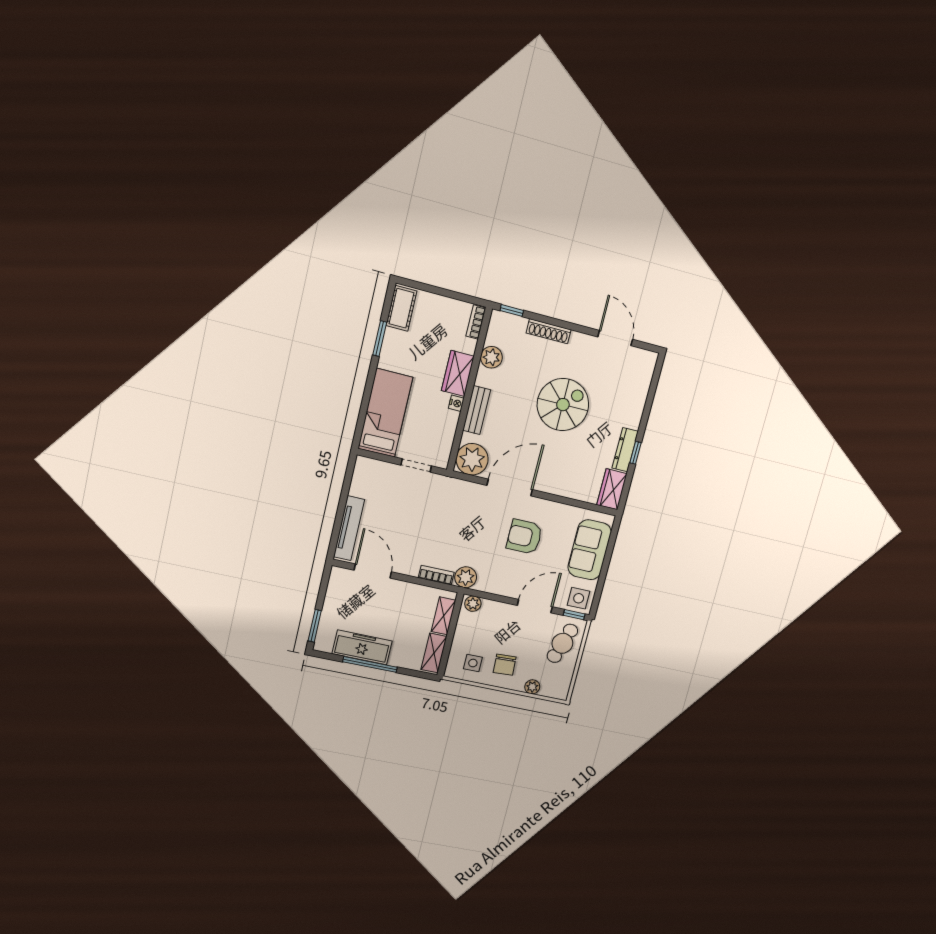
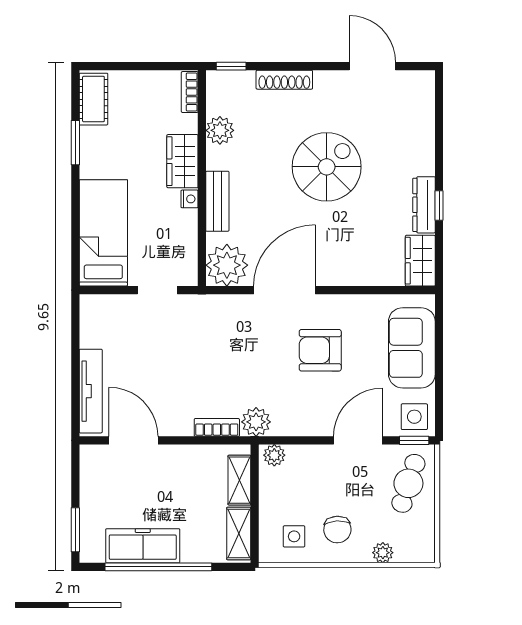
window: (370, 664) -> (158, 567), width x1.46

